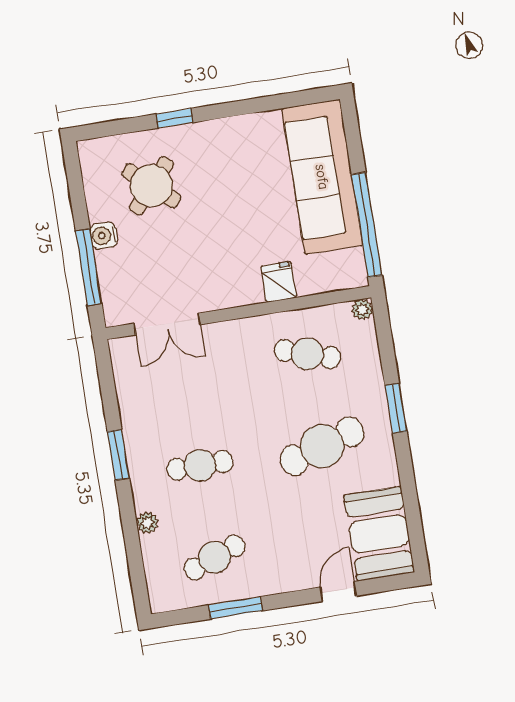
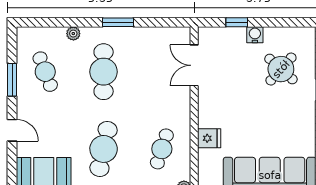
window: (89, 267) -> (237, 22), width x0.46
cafe table: (322, 446) -> (104, 149), turned 30
cafe table: (200, 465) -> (104, 72), width x1.37, depth x1.35
door: (338, 592) -> (12, 130), moved

